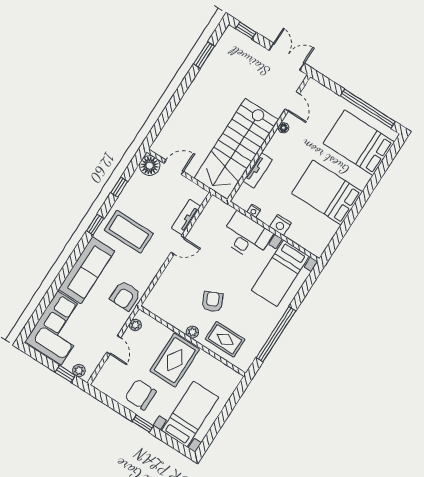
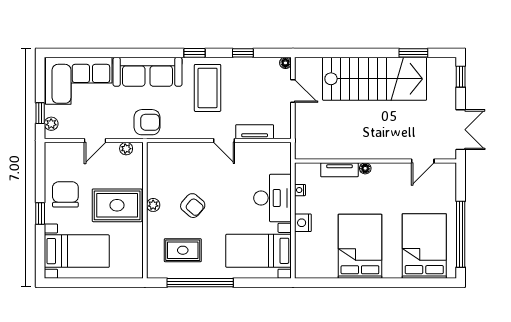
floor lamp: (283, 128) -> (365, 168), moved
stairs: (236, 149) -> (375, 79), moved, turned 180
floor lamp: (150, 166) -> (285, 63), width x0.53, depth x0.53
armchair: (125, 296) -> (147, 122), turned 180
armchair: (212, 302) -> (193, 206), turned 66
rug: (225, 339) -> (183, 250), moved, turned 90

